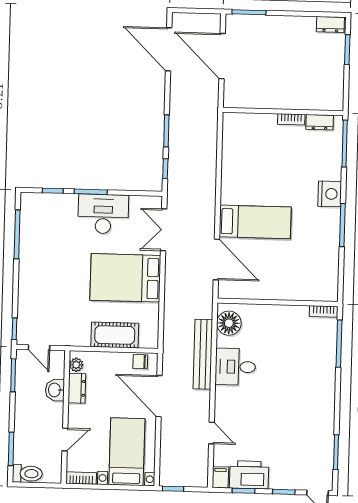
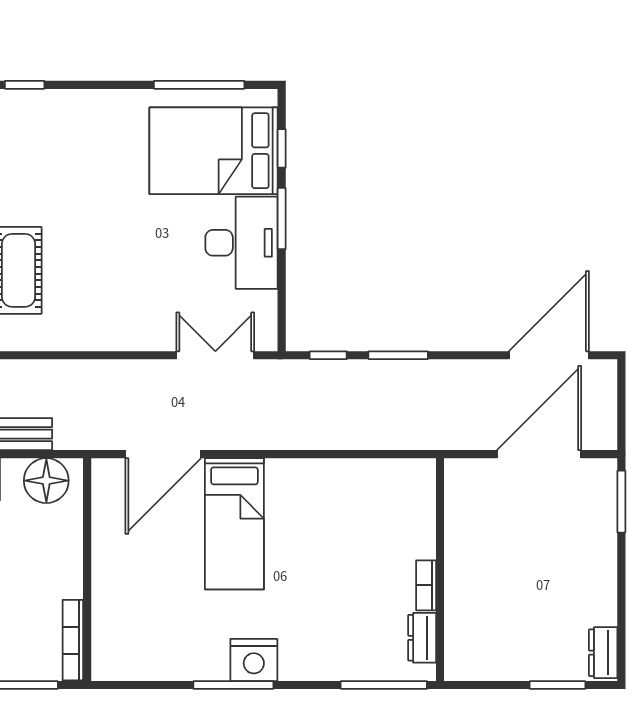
nightstand: (330, 194) -> (254, 660), moved
bed: (125, 278) -> (214, 151), moved, turned -90
bookcase: (323, 311) -> (73, 640), width x1.56

